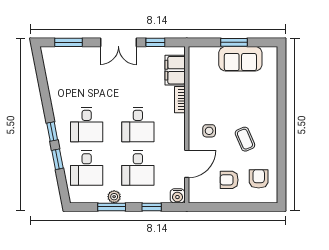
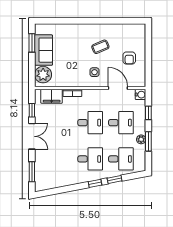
window: (234, 42) -> (32, 43), moved
plant: (206, 58) -> (43, 75), added
armchair: (259, 179) -> (128, 37), removed

